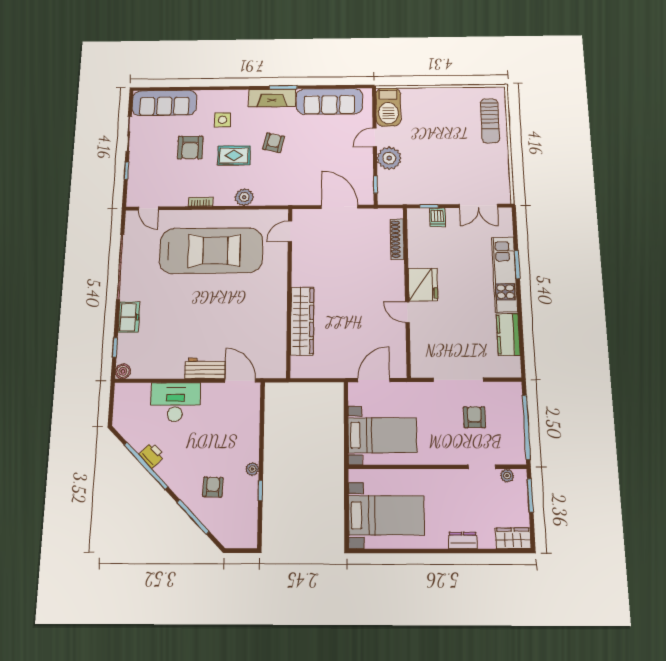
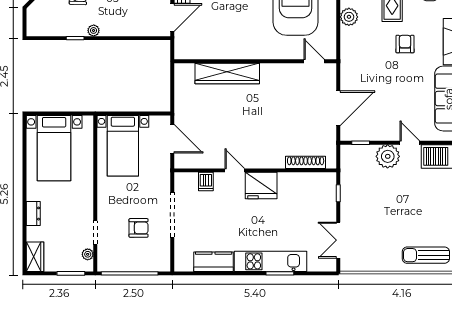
armchair: (274, 143) -> (405, 44), turned -103
dishwasher: (437, 217) -> (206, 182), moved, turned -90
door: (407, 312) -> (235, 170), hinge flipped

